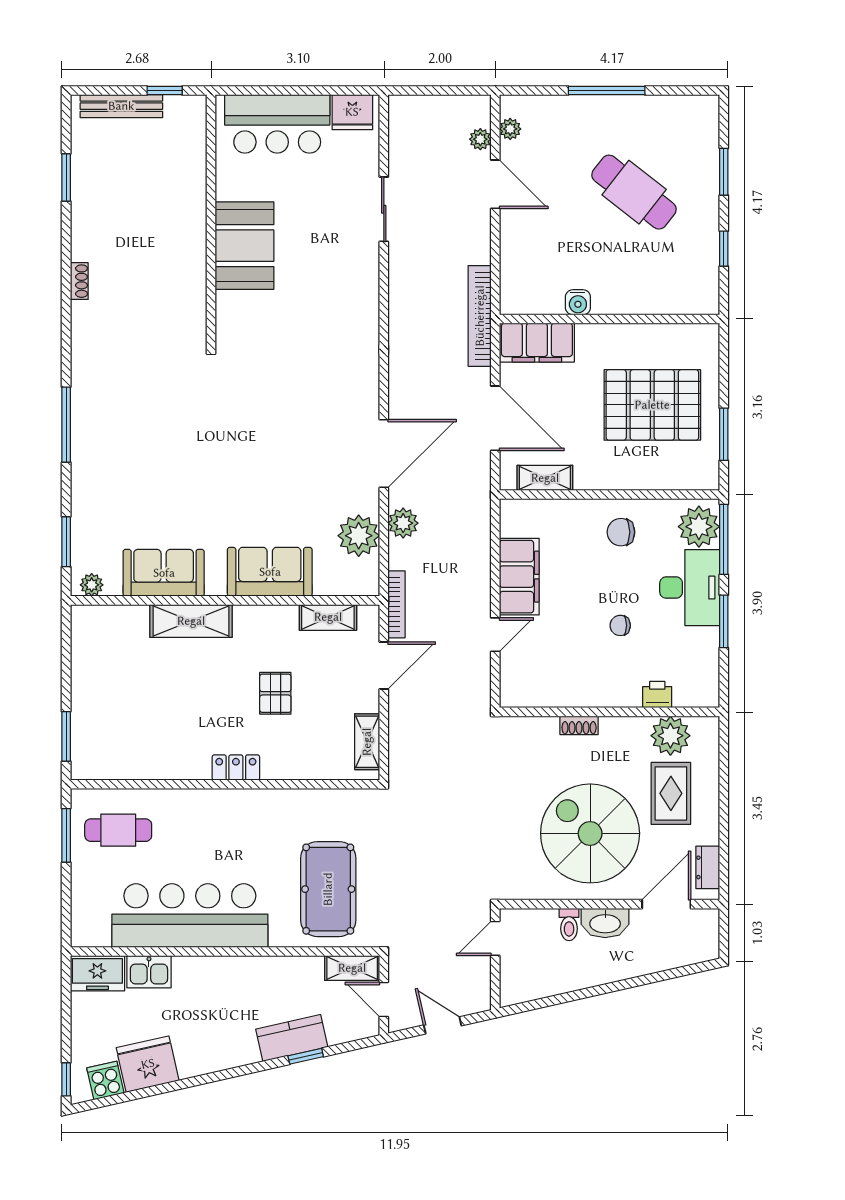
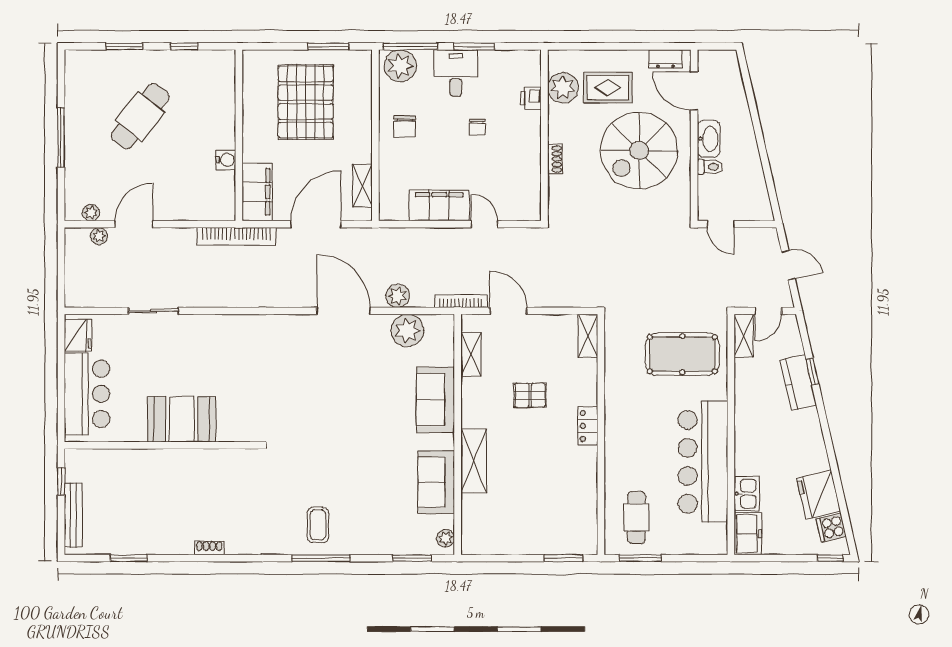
coffee table: (109, 421) -> (318, 525), added
desk: (690, 588) -> (456, 73), width x0.73
shelving: (367, 742) -> (588, 336), moved, turned 90
door: (443, 1025) -> (788, 265), swing flipped

